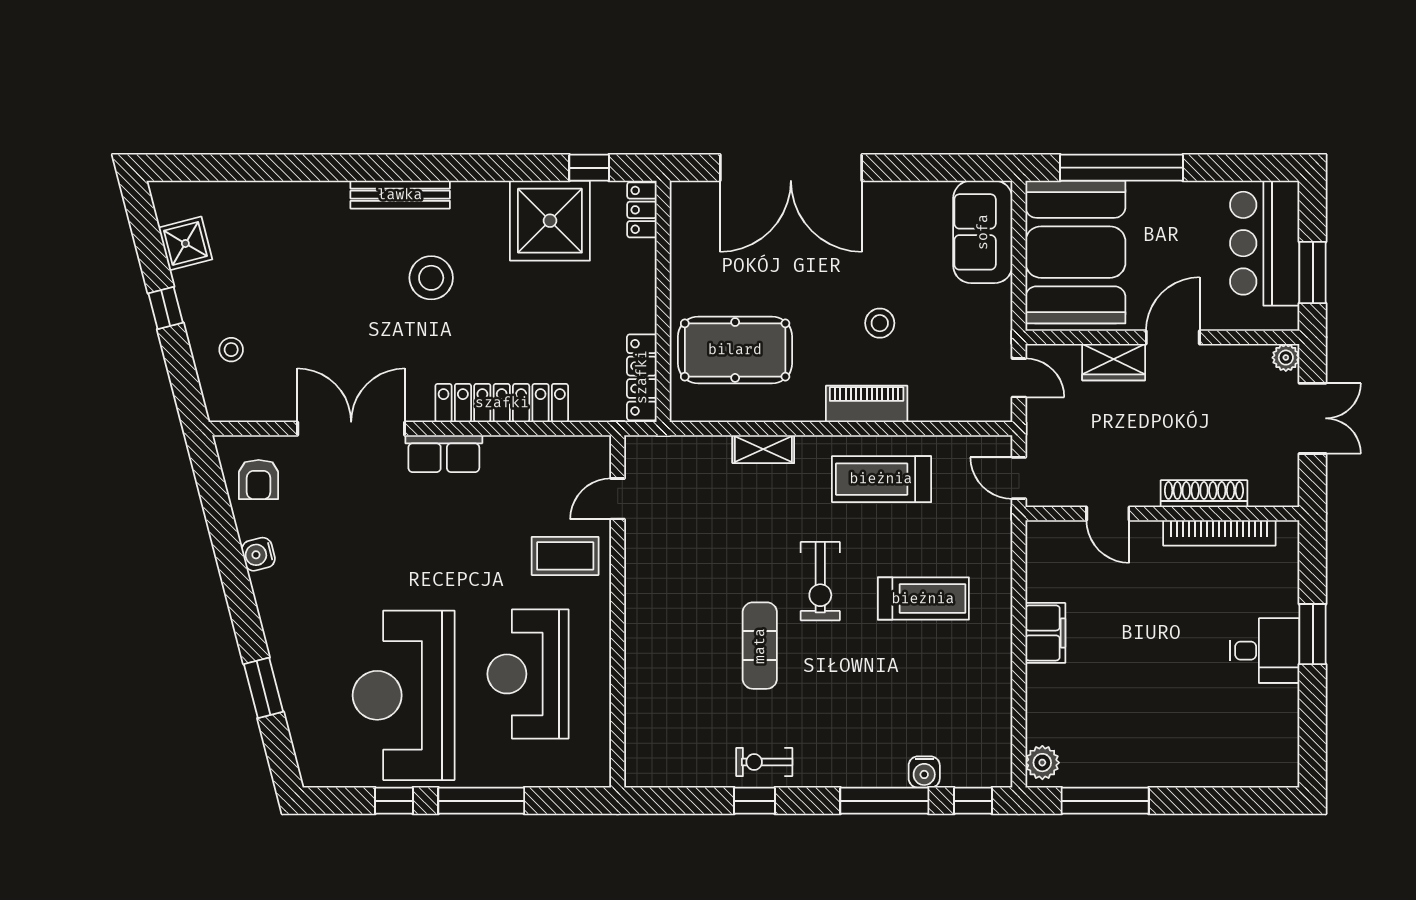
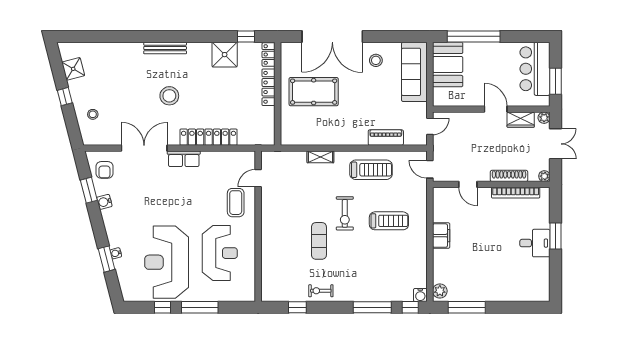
shower: (550, 221) -> (225, 55), width x0.73, depth x0.73
sofa: (983, 232) -> (414, 72), width x1.36
booth: (1075, 252) -> (448, 64), width x0.73, depth x0.70
stool: (431, 278) -> (169, 96), moved
stool: (880, 323) -> (376, 60), moved
door: (1173, 337) -> (496, 109), hinge flipped
pool table: (735, 350) -> (314, 92), moved
wardrobe: (1114, 362) -> (521, 120), moved
locker: (642, 377) -> (268, 87), moved
door: (1019, 378) -> (430, 126), hinge flipped
piano: (867, 404) -> (386, 138), moved
treadmill: (881, 479) -> (371, 170), turned 180
plant: (1287, 494) -> (544, 176), added
window: (222, 527) -> (89, 190), added
coffee table: (565, 556) -> (236, 203), turned 90
water cooler: (285, 674) -> (116, 253), added
reception desk: (528, 674) -> (220, 253), turned 180
water cooler: (924, 772) -> (420, 295), moved
window: (754, 801) -> (297, 307), moved

